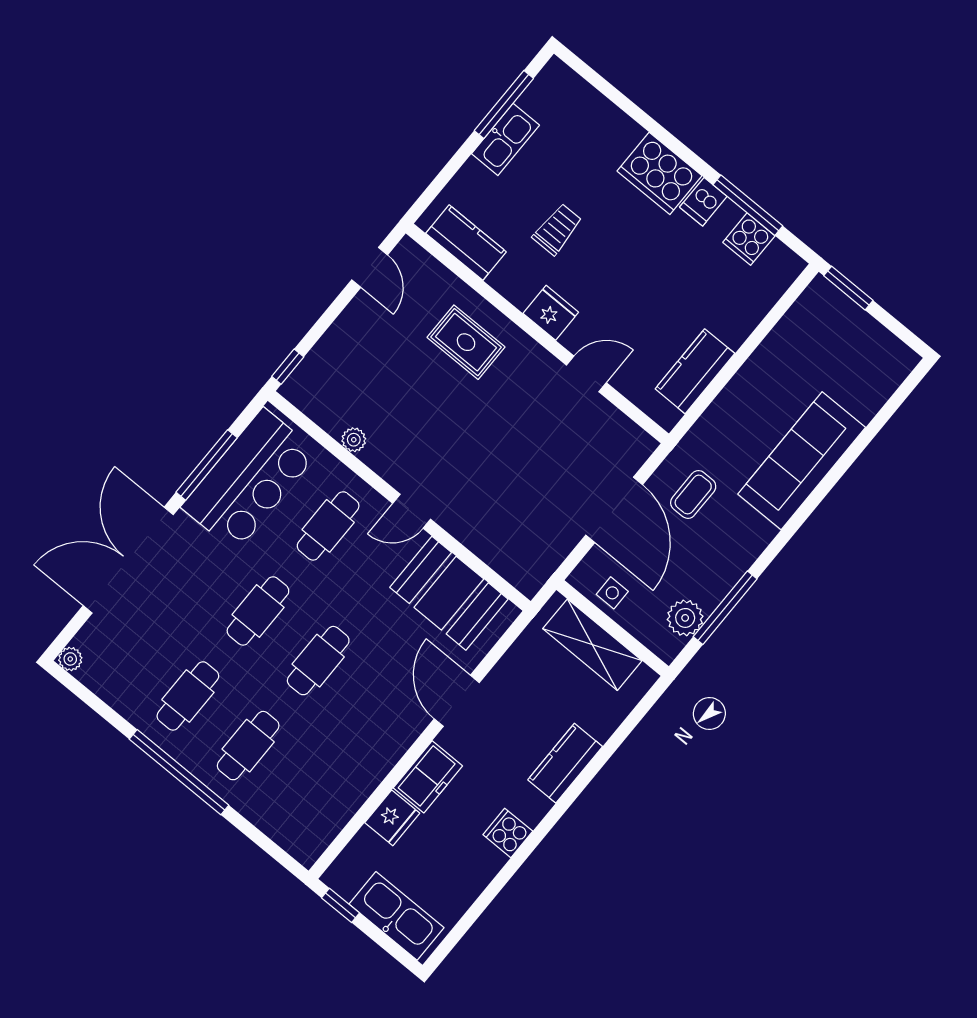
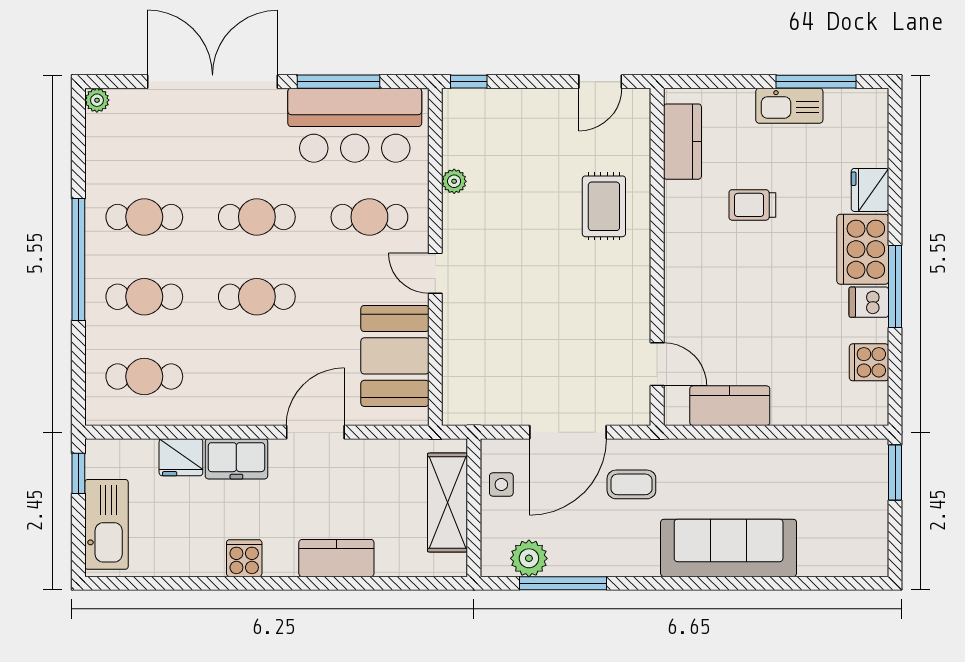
window: (748, 205) -> (895, 286), moved
trolley: (557, 229) -> (752, 205), turned 180
fridge: (551, 313) -> (870, 190), moved, turned 180
door: (586, 374) -> (657, 364), moved
cafe table: (308, 795) -> (144, 376), added

